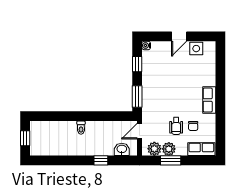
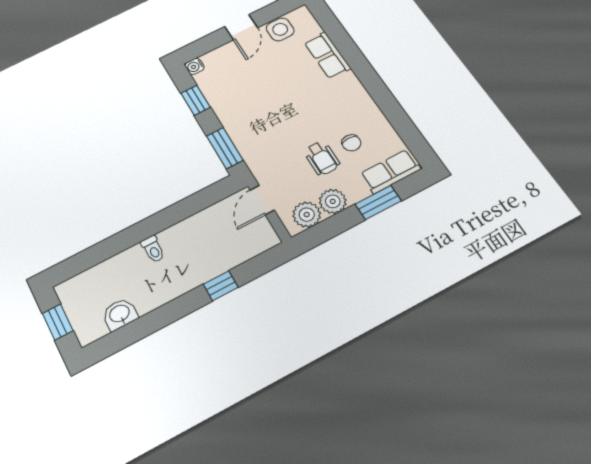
row of seats: (209, 100) -> (327, 55), moved
washbasin: (122, 149) -> (120, 314), moved
window: (171, 160) -> (378, 202), moved

